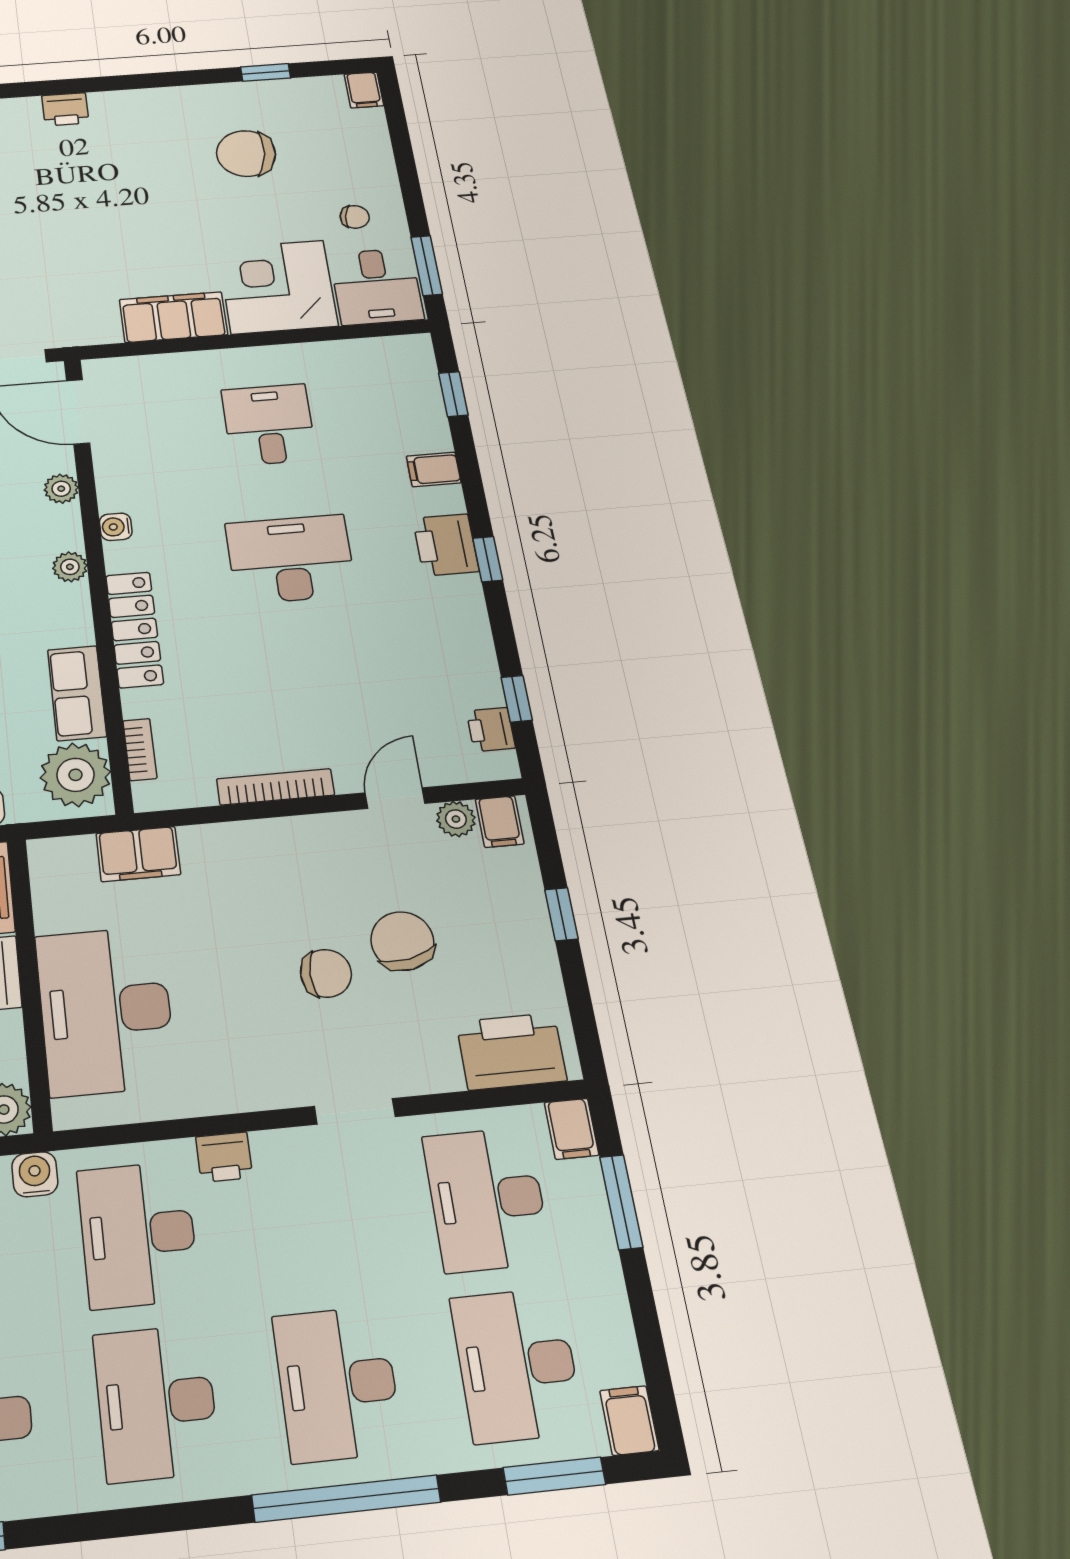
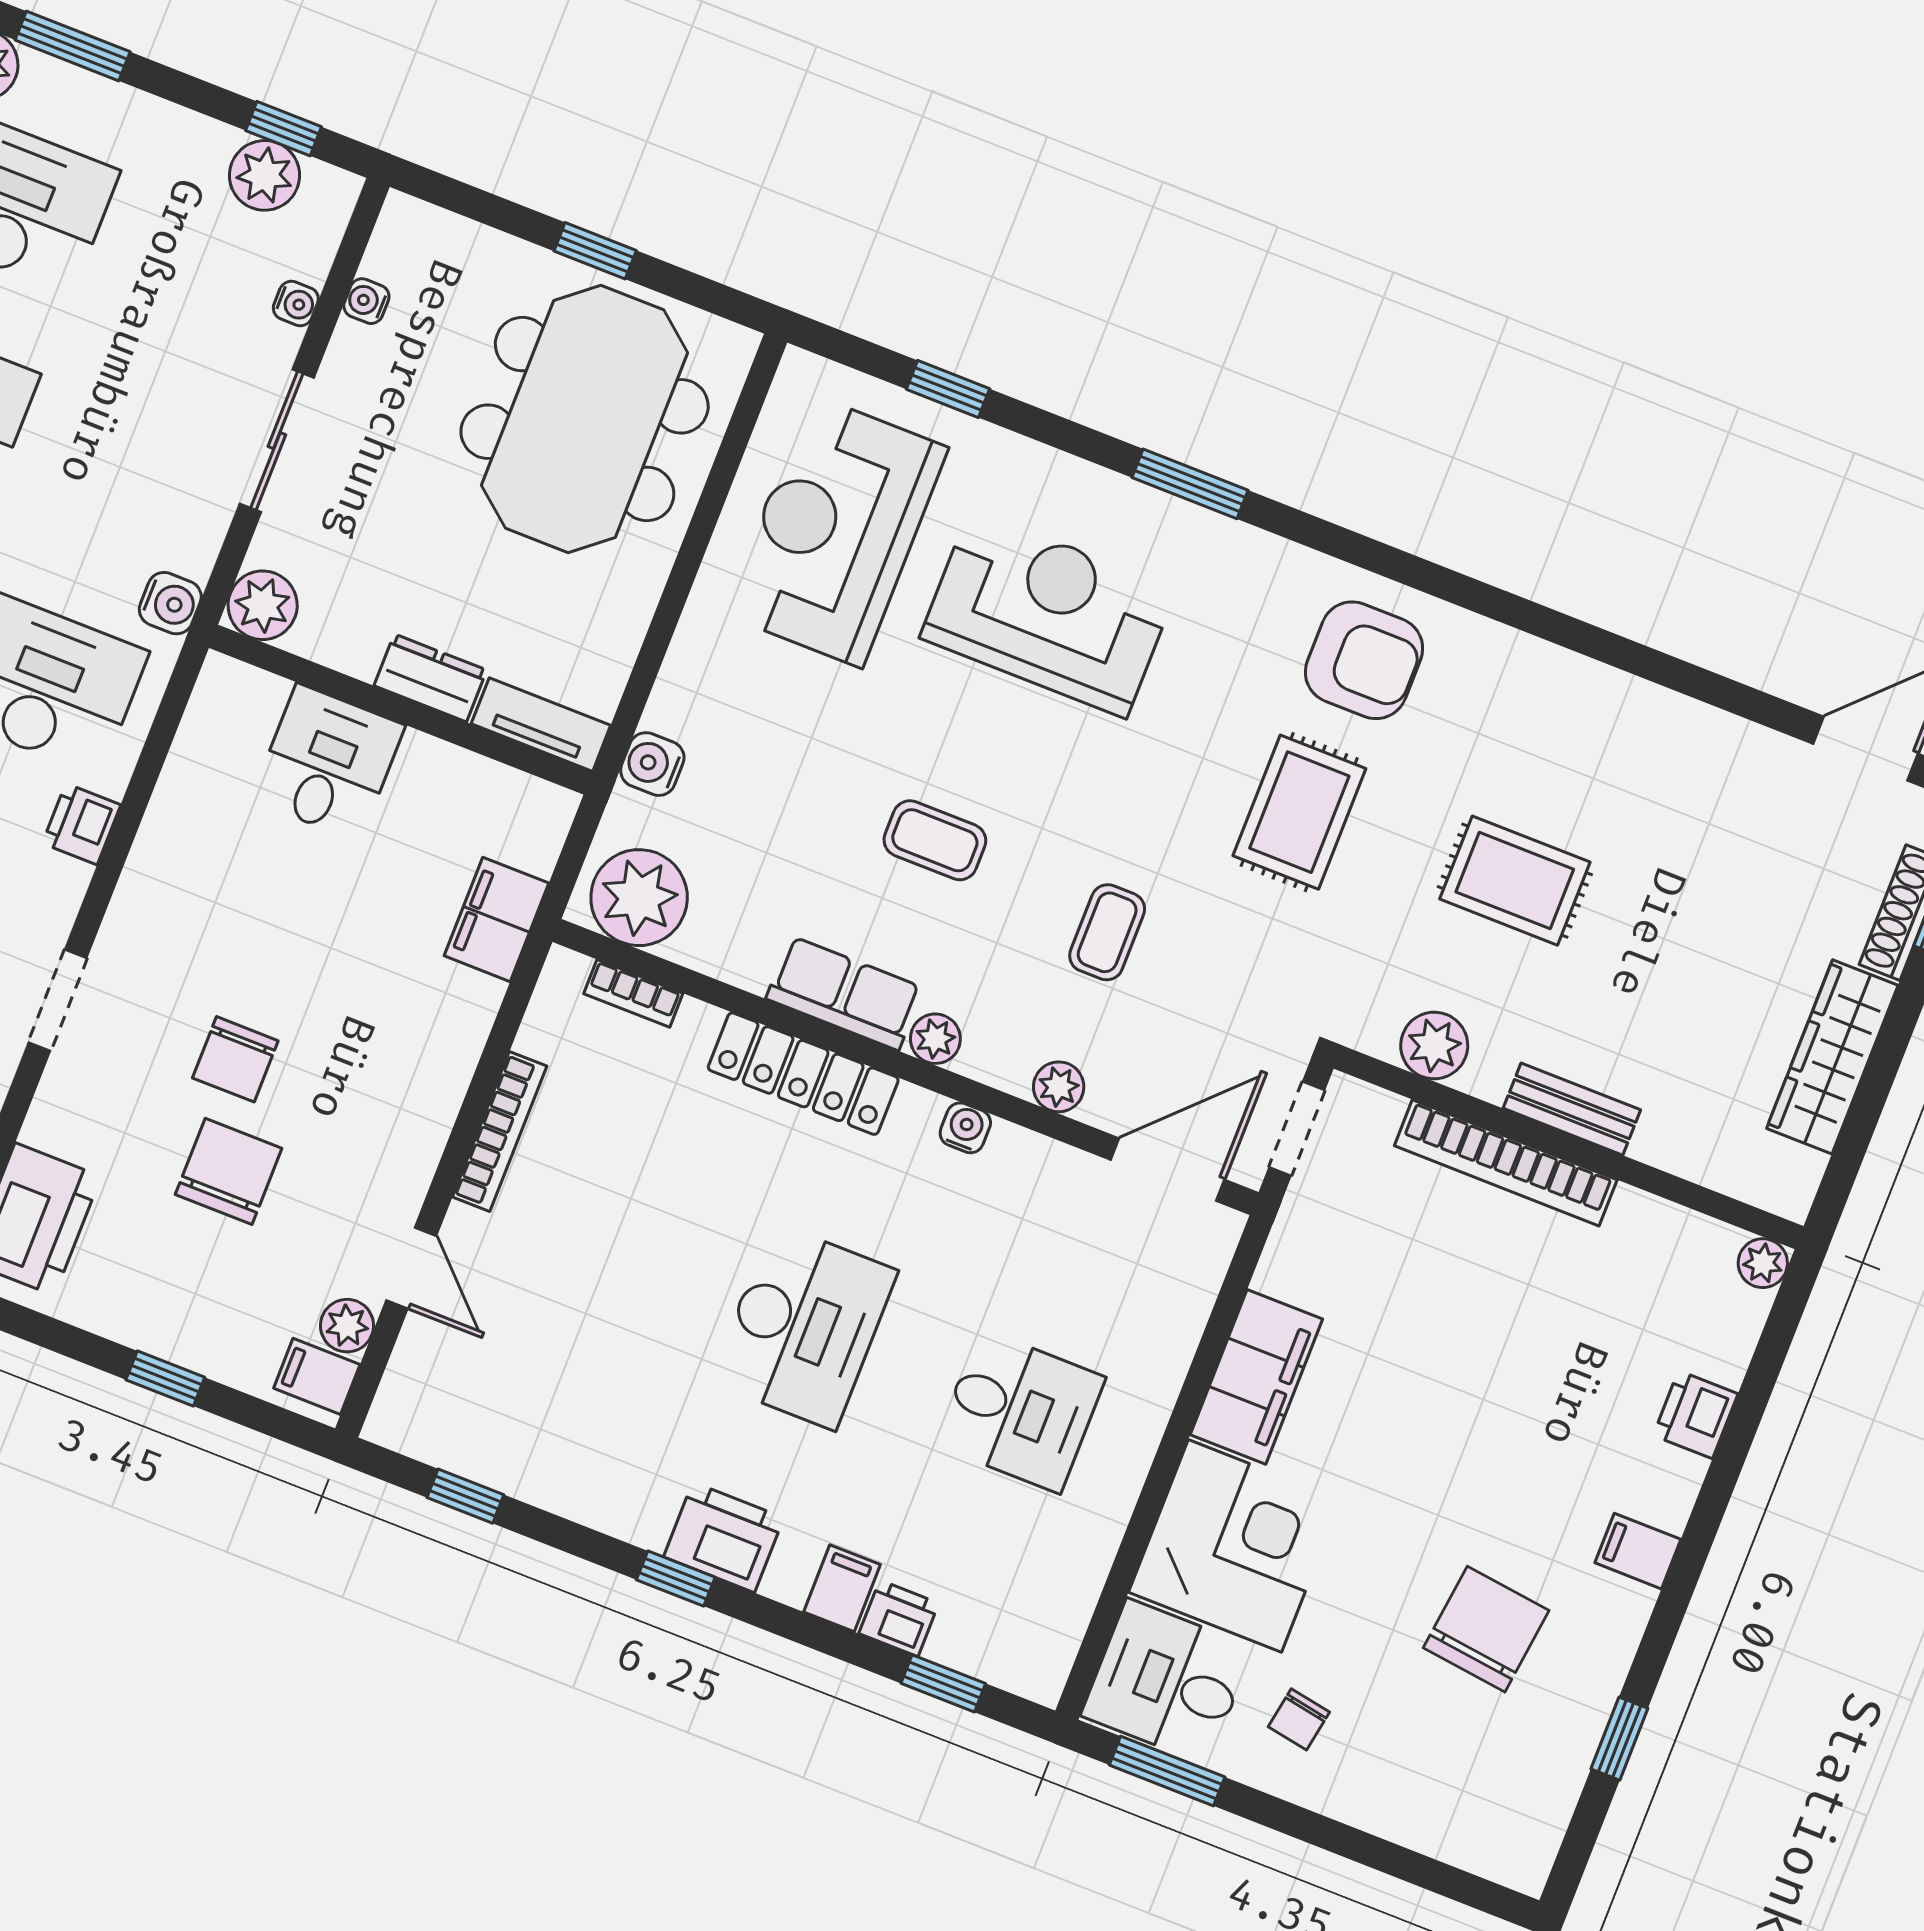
filing cabinet: (364, 90) -> (1638, 1551), moved
row of seats: (77, 693) -> (844, 993), moved
printer: (491, 729) -> (899, 1618), moved
chair: (402, 941) -> (229, 1171), turned -79
desk: (106, 1010) -> (328, 763), width x0.53, depth x0.77

